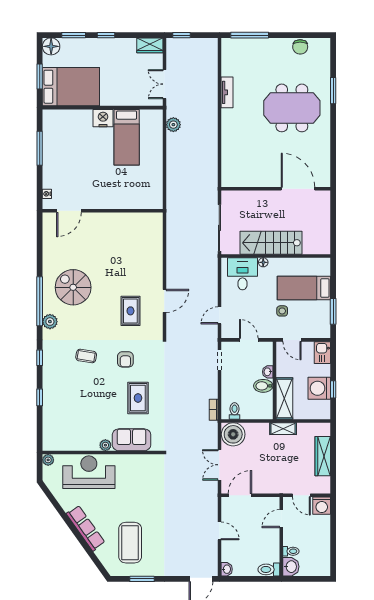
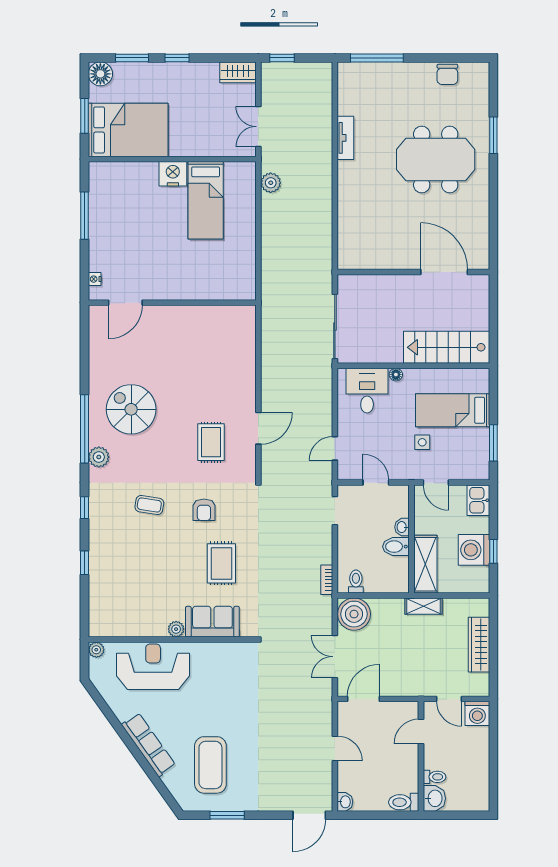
stairs: (271, 243) -> (447, 347), moved

